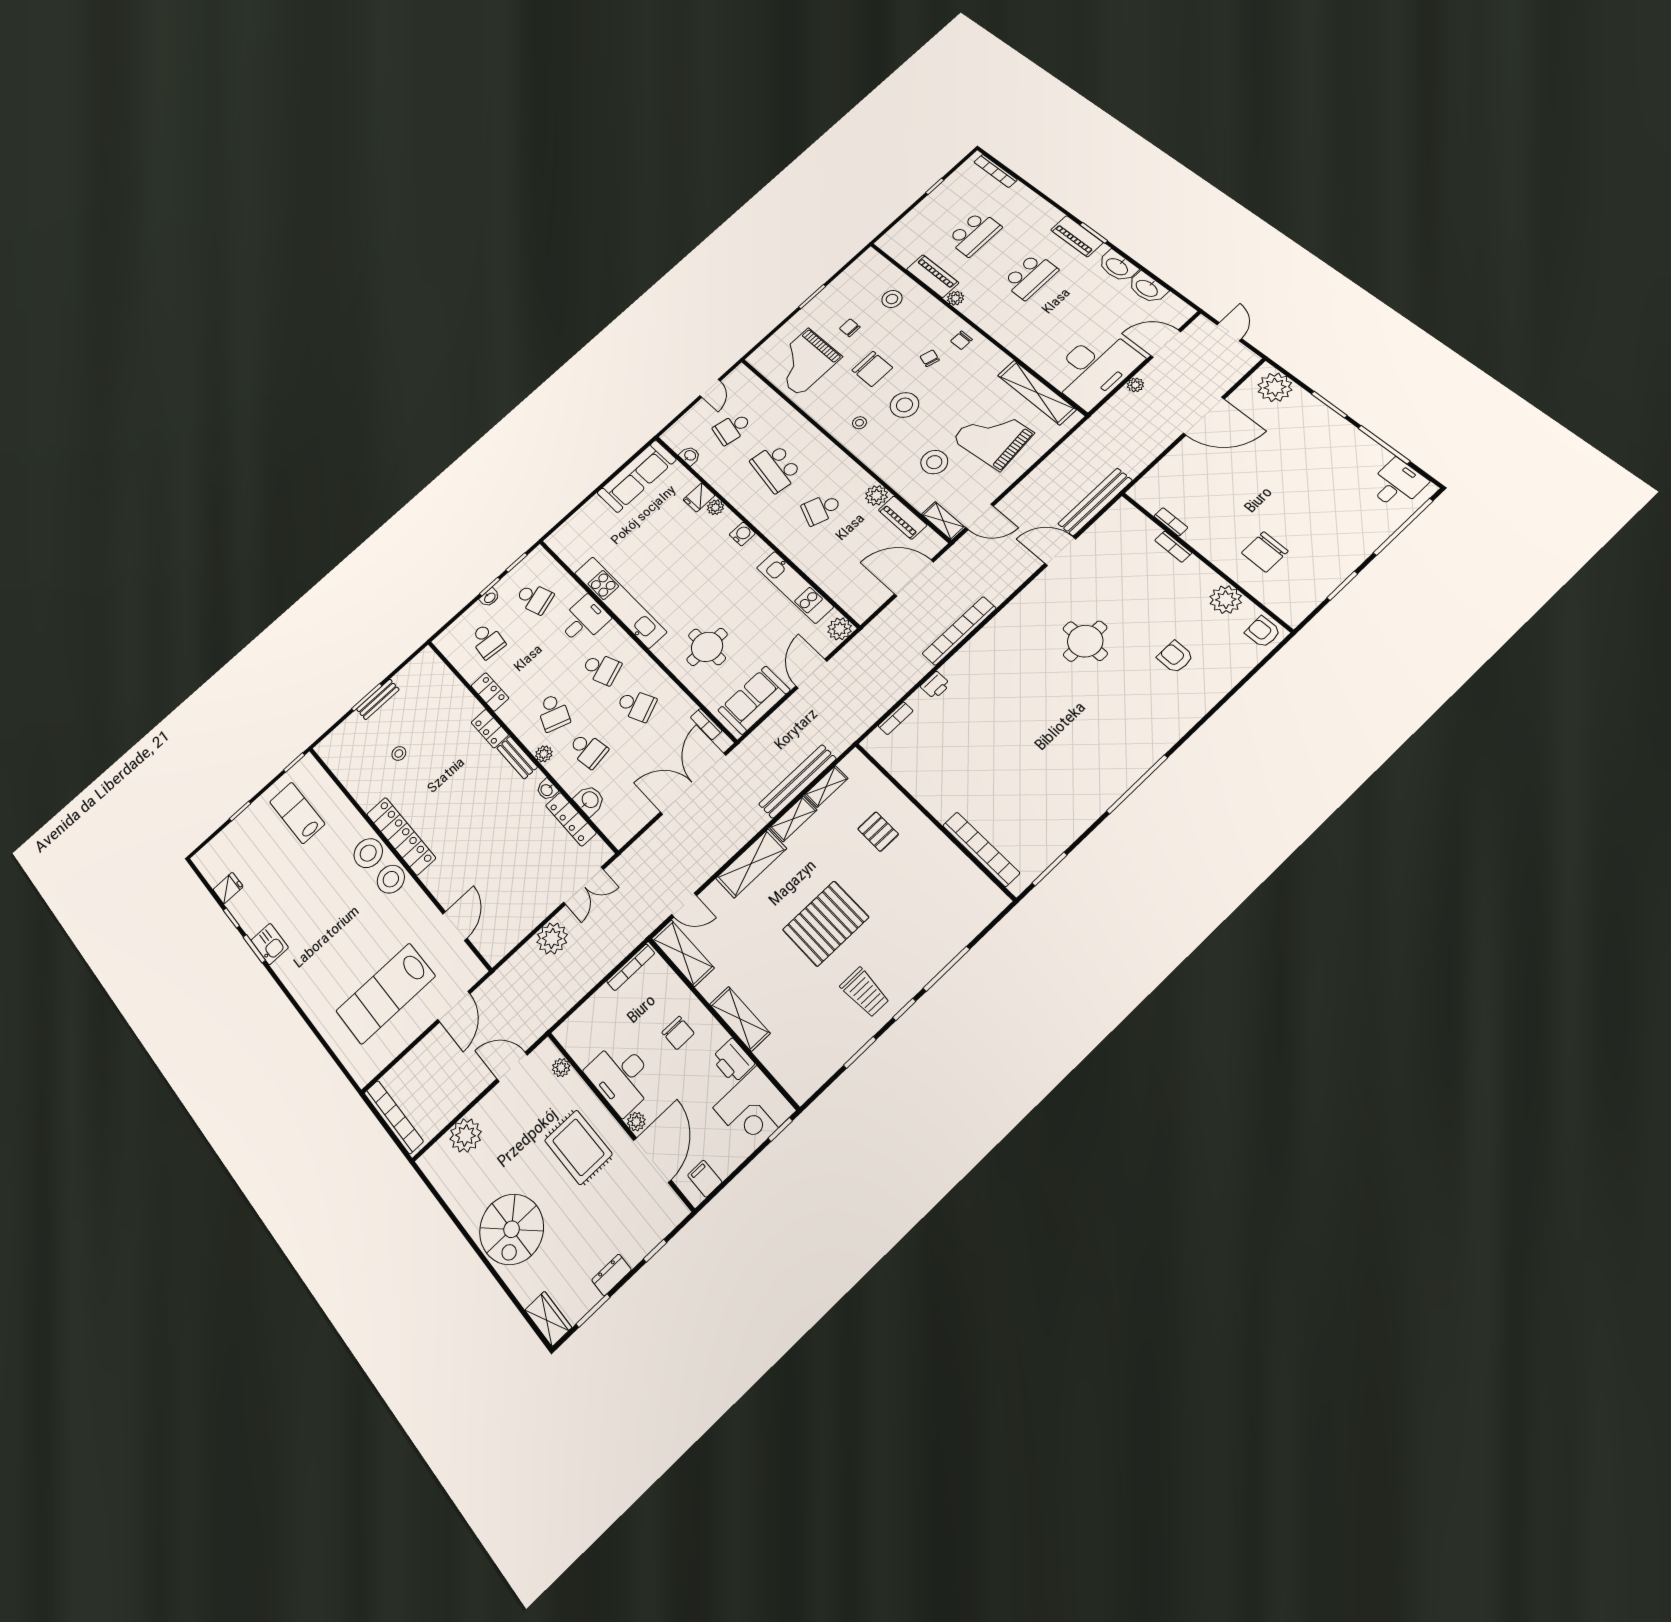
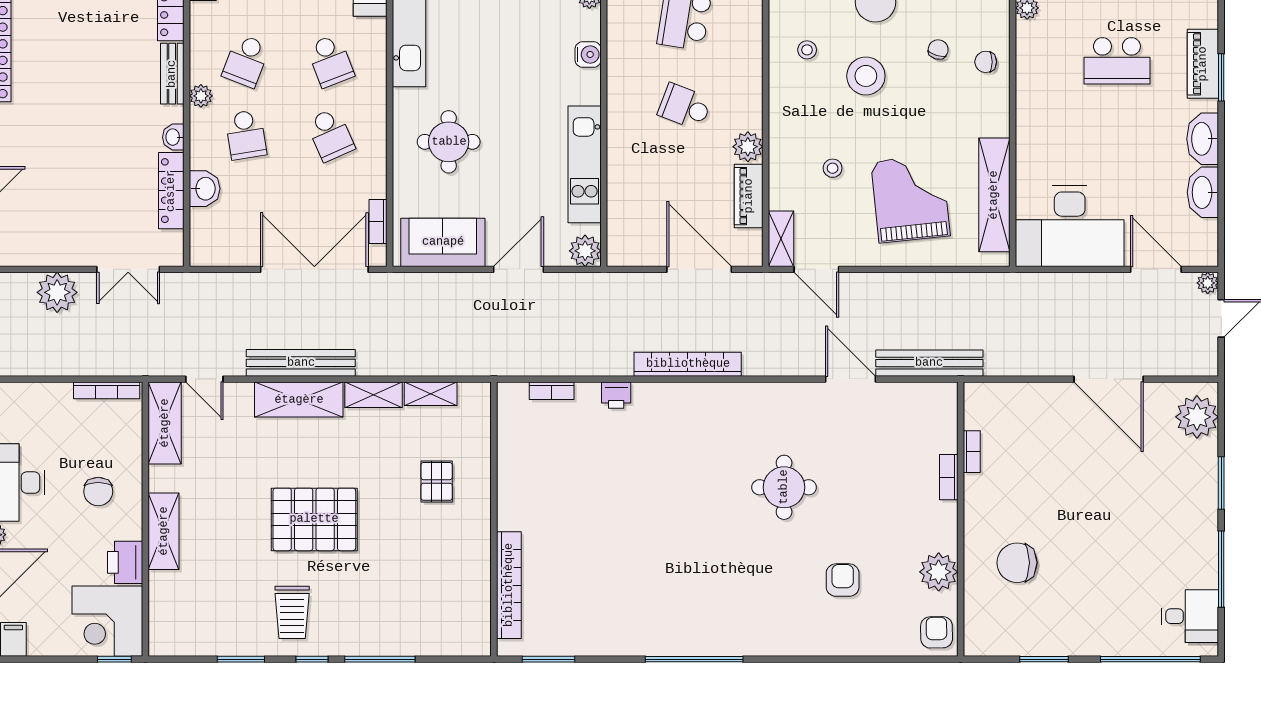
plant: (1135, 385) -> (1208, 283), moved
stool: (934, 462) -> (833, 168), width x0.53, depth x0.53
bench: (798, 781) -> (301, 363), moved

